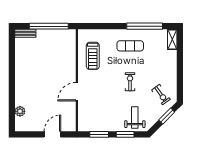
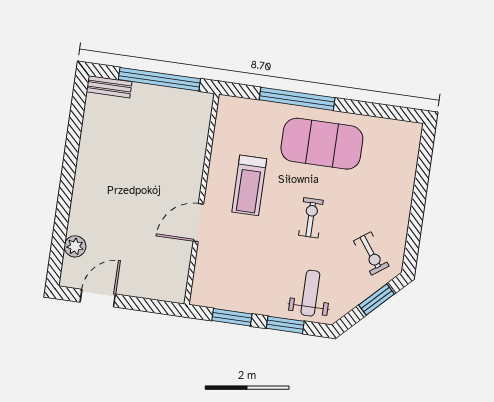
window: (145, 26) -> (297, 99), moved
shelving: (172, 39) -> (411, 143), removed
exercise mat: (130, 46) -> (322, 144), width x2.00, depth x1.45
treadmill: (93, 56) -> (249, 185), moved
door: (52, 134) -> (98, 298), moved

